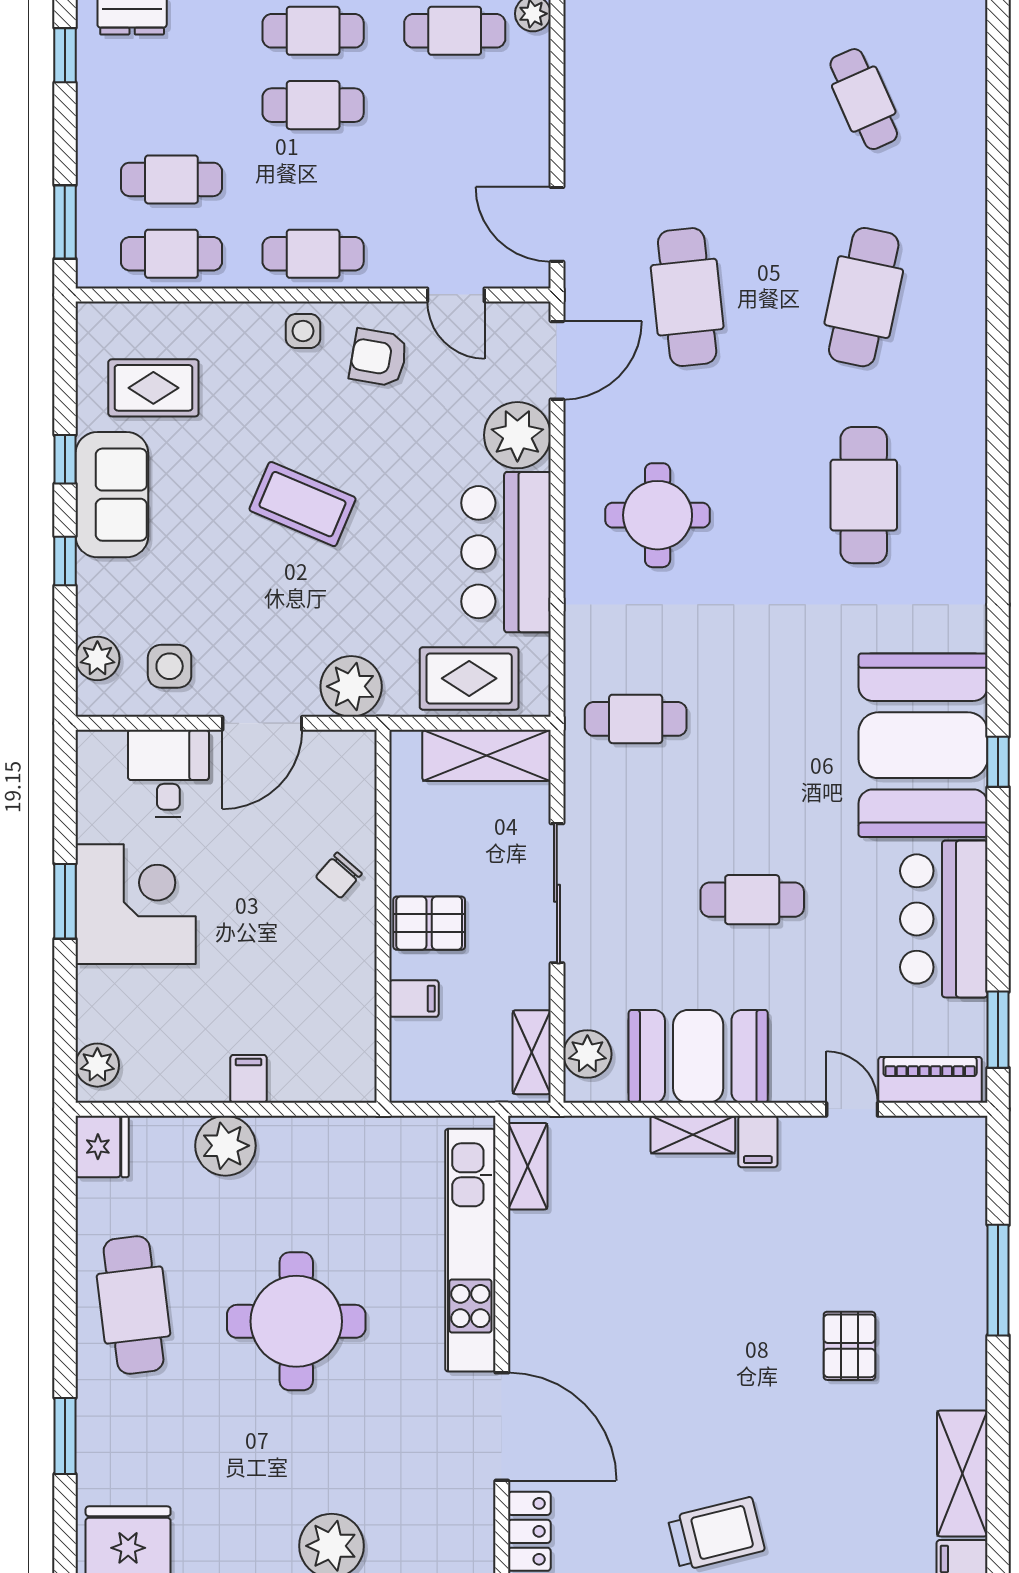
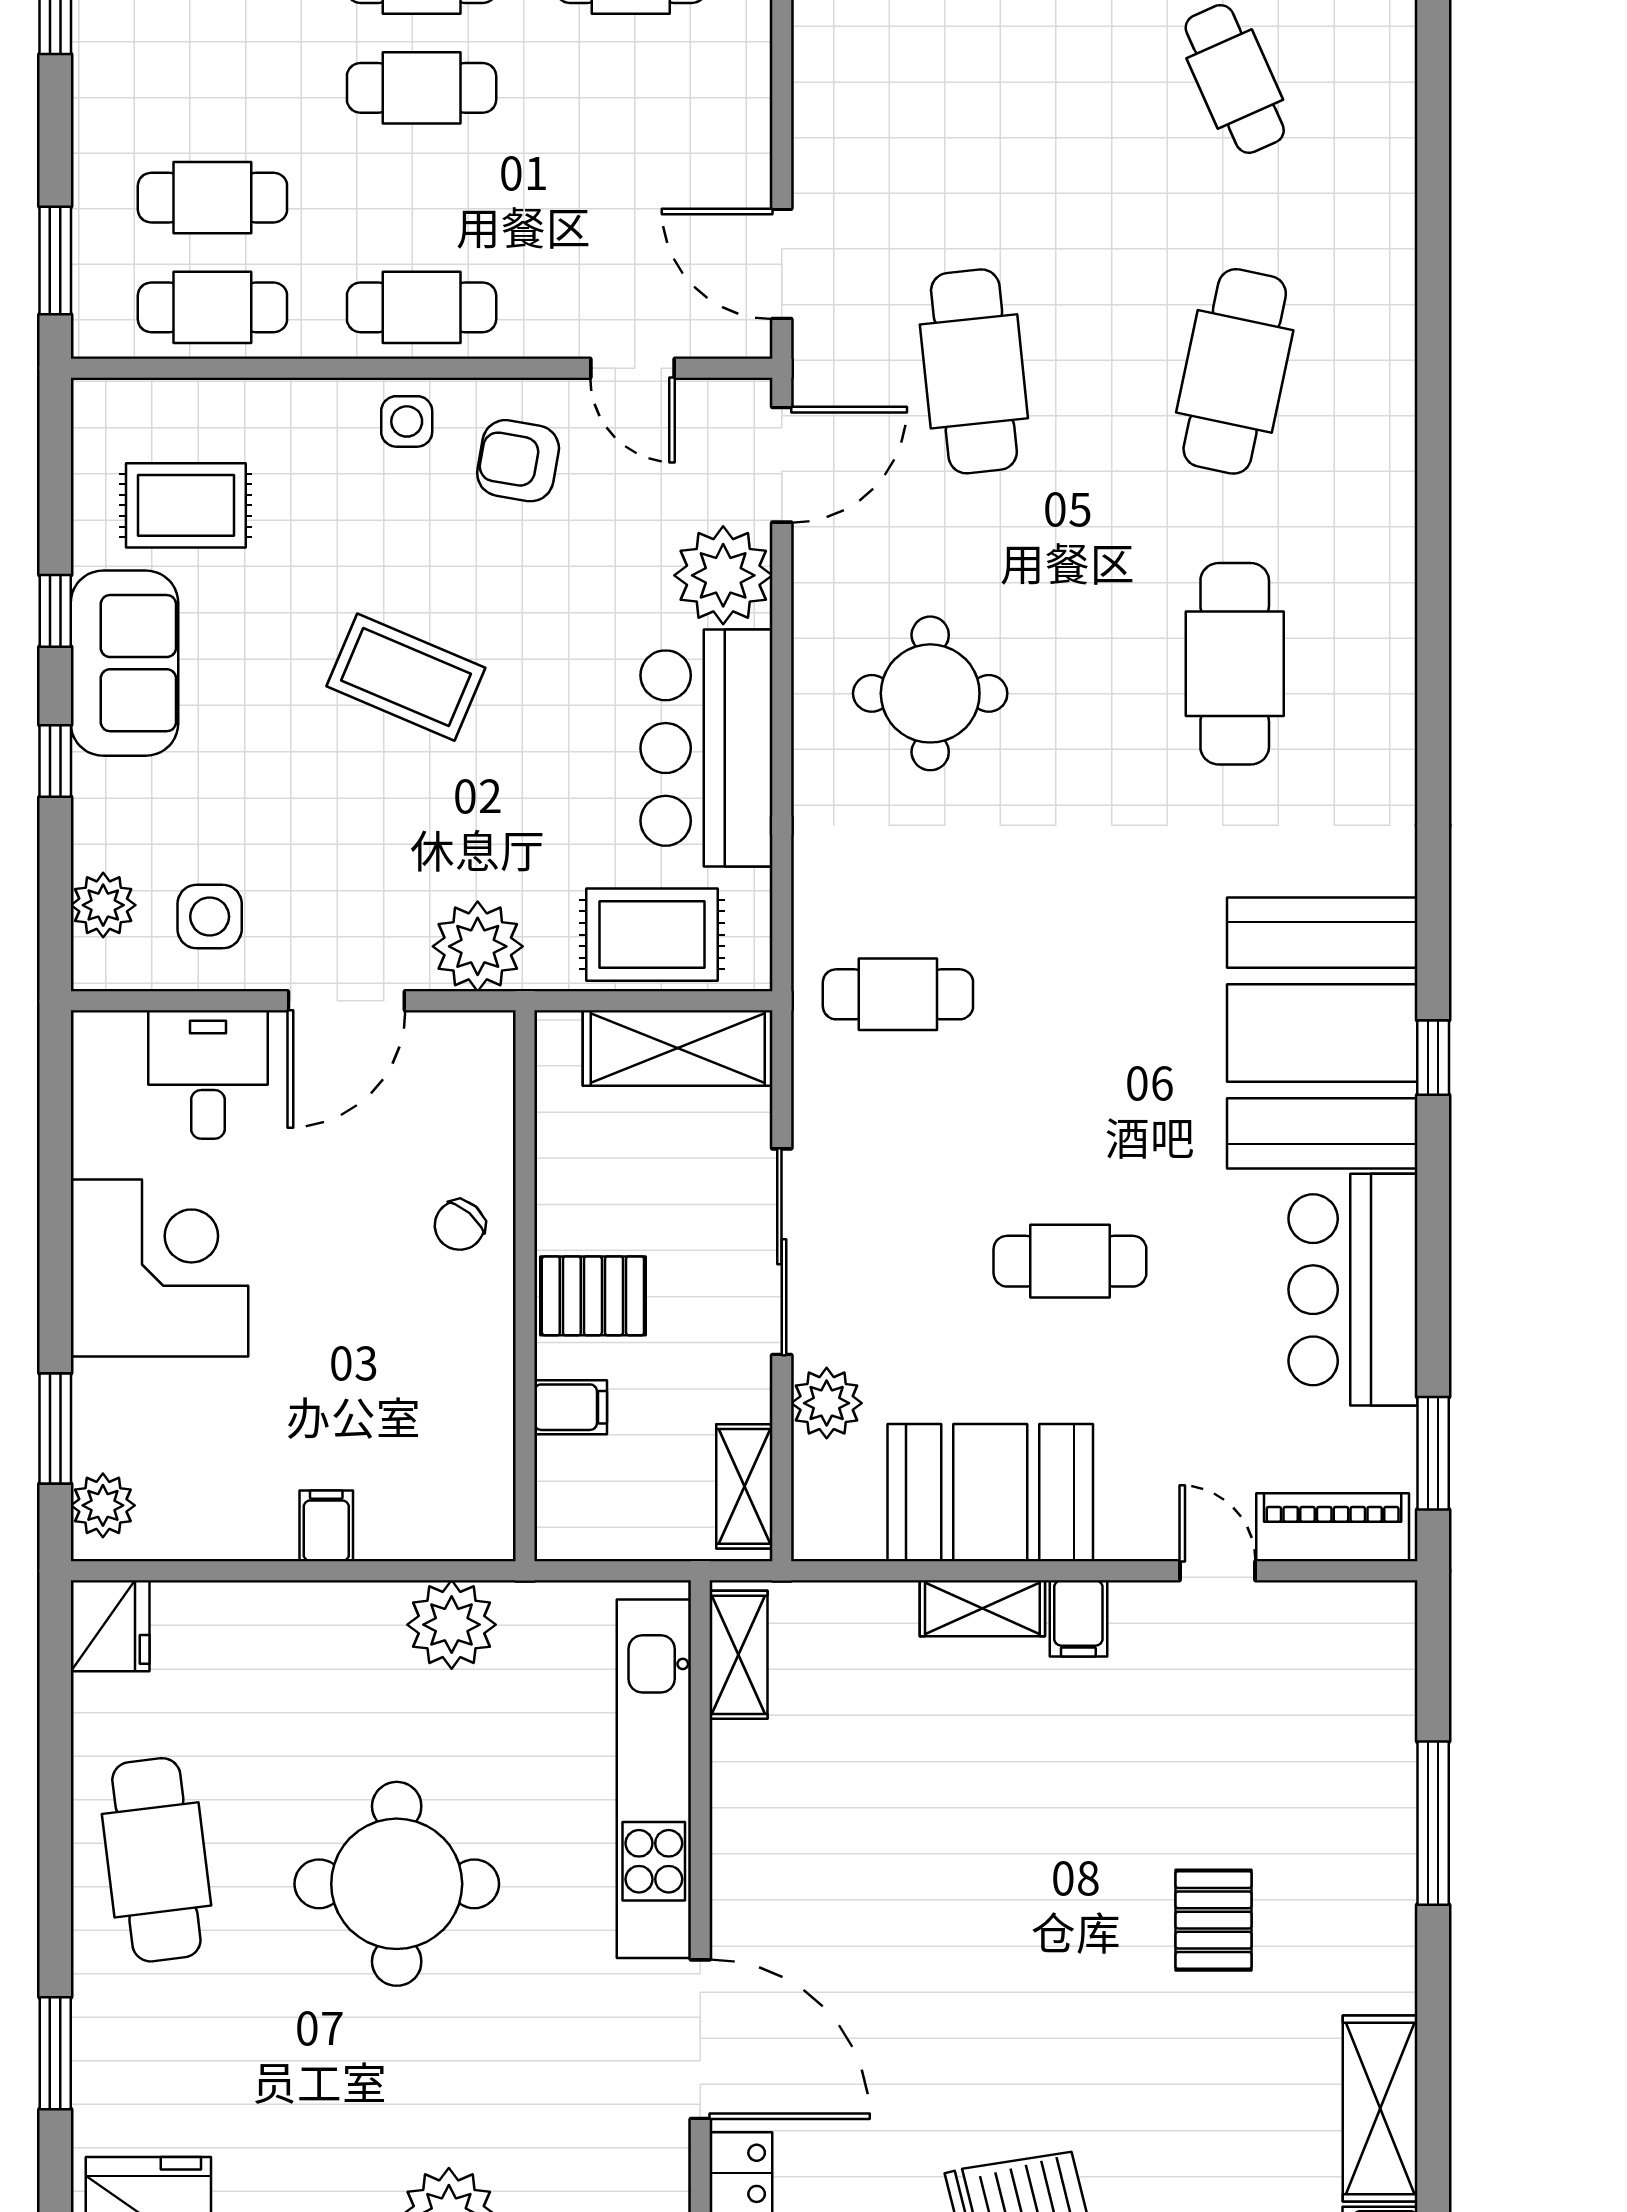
window: (65, 901) -> (55, 1428), moved
plant: (587, 1054) -> (827, 1403), moved
plant: (225, 1146) -> (452, 1625), moved

